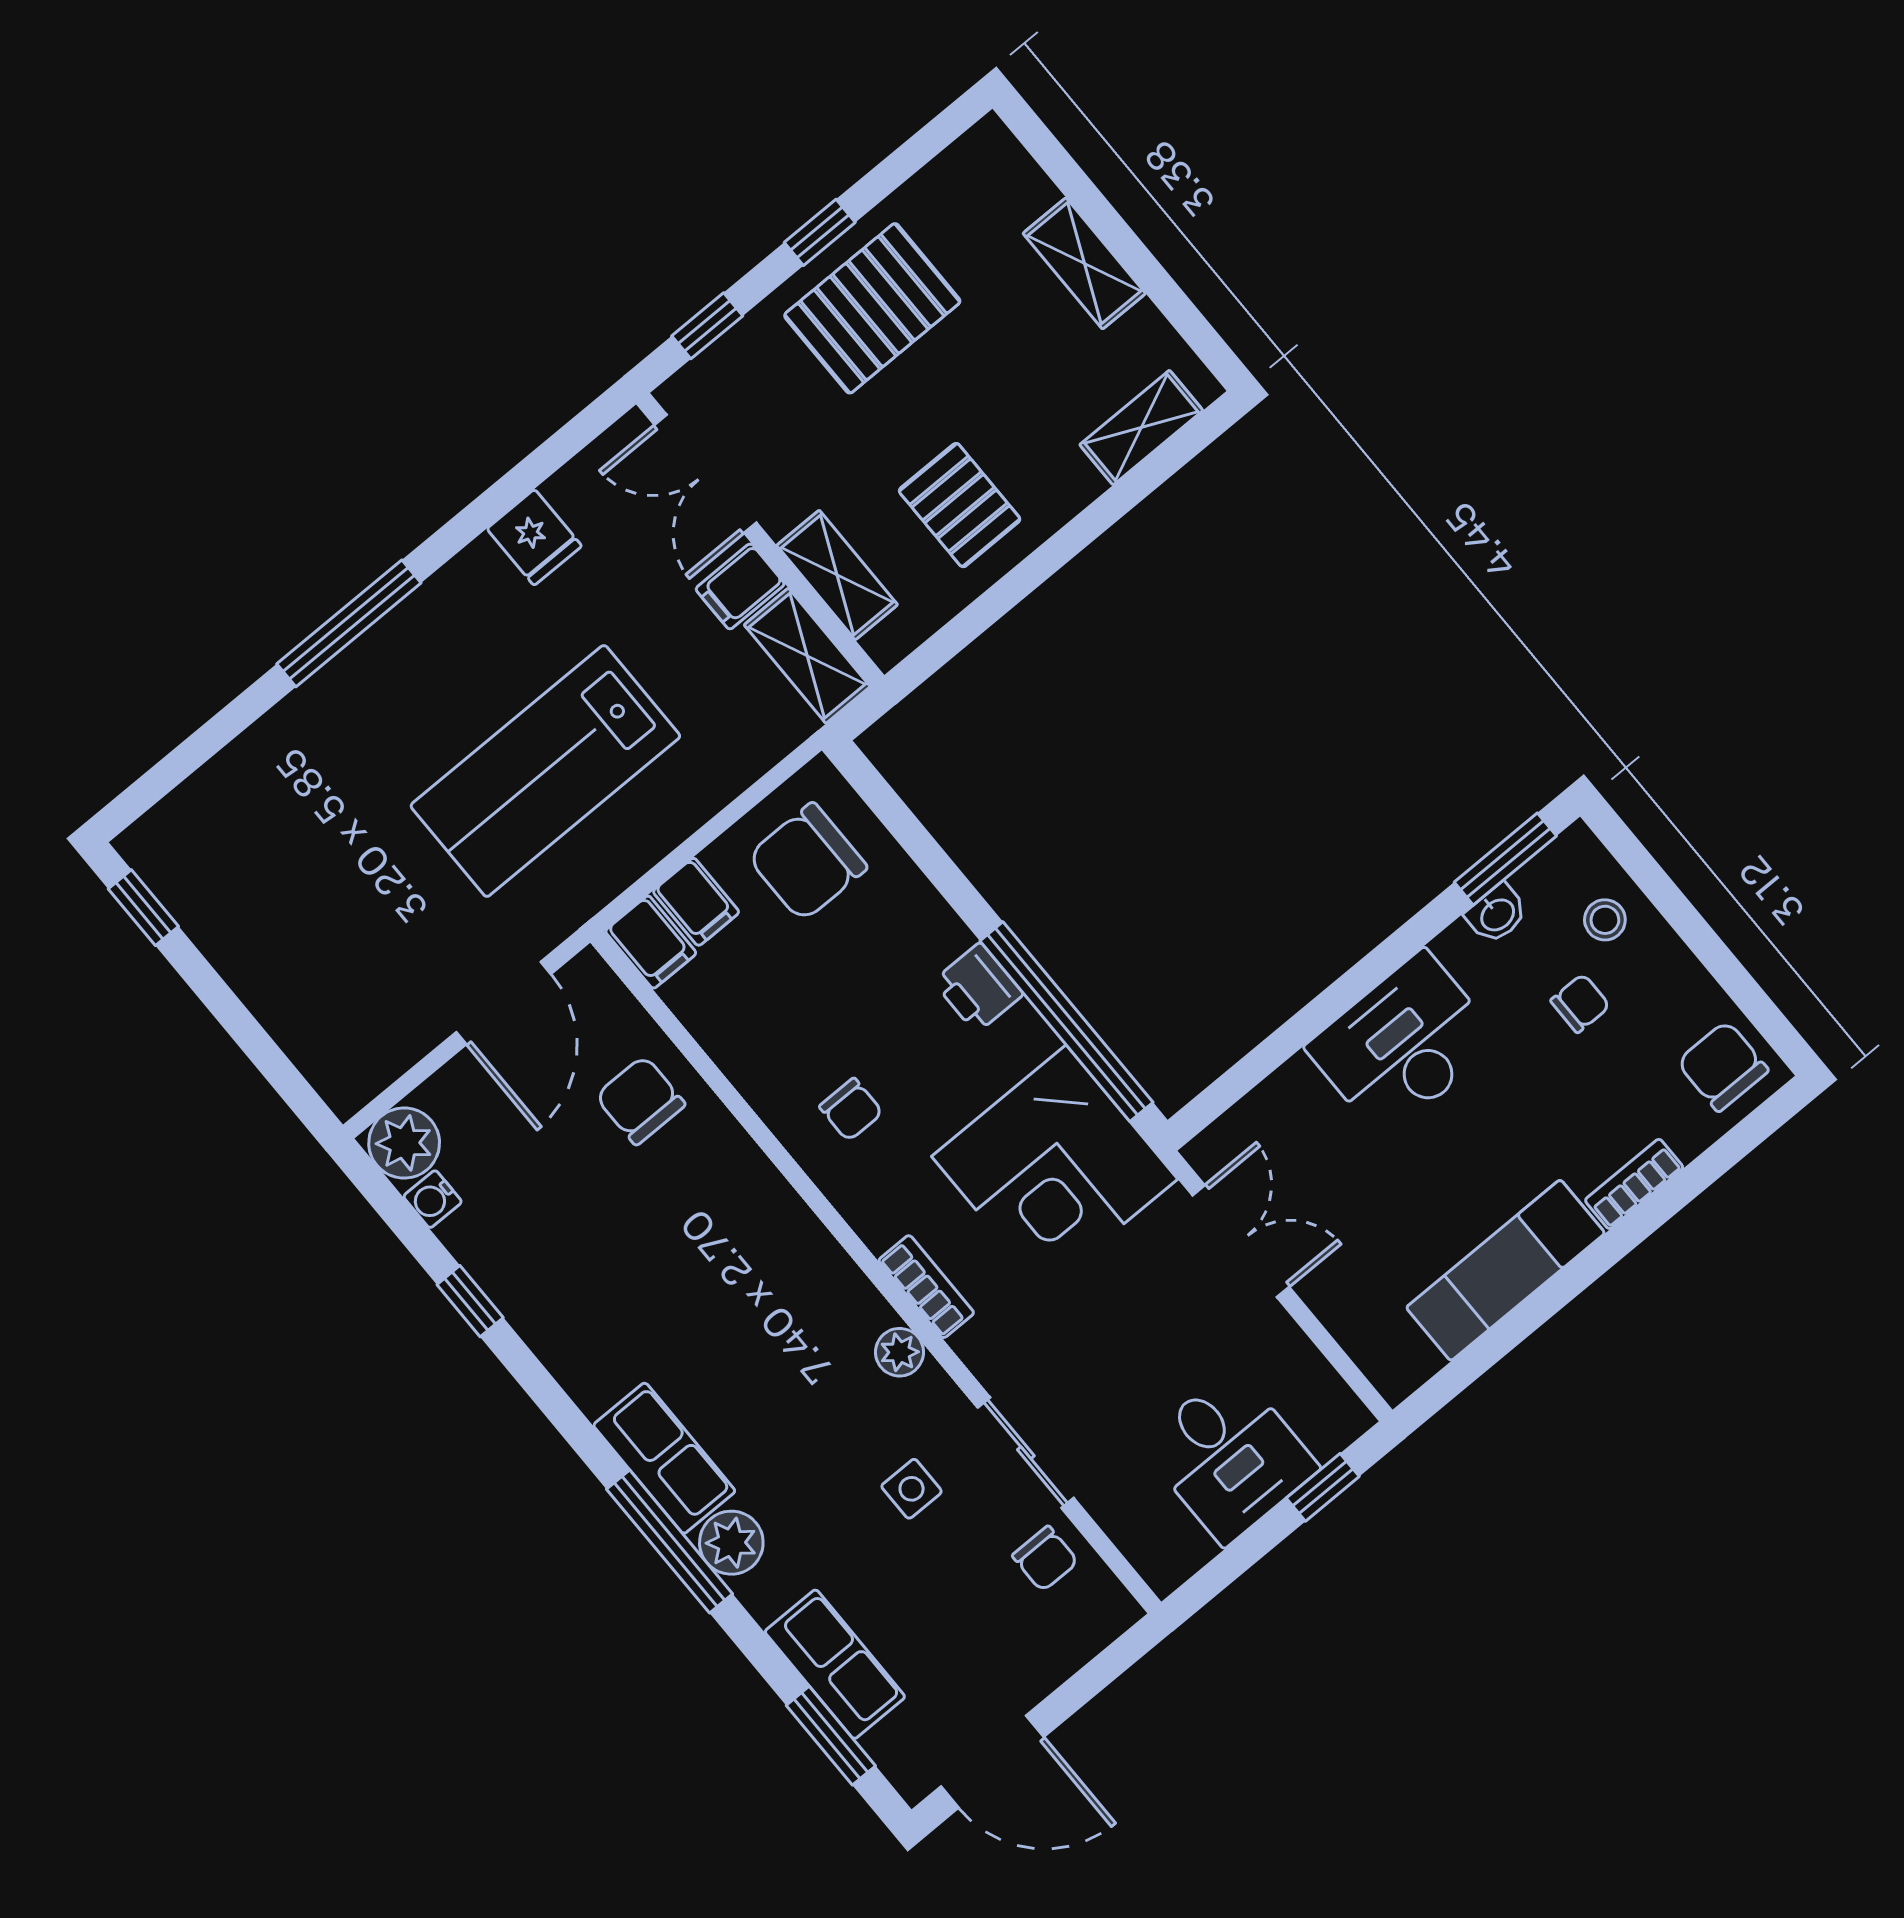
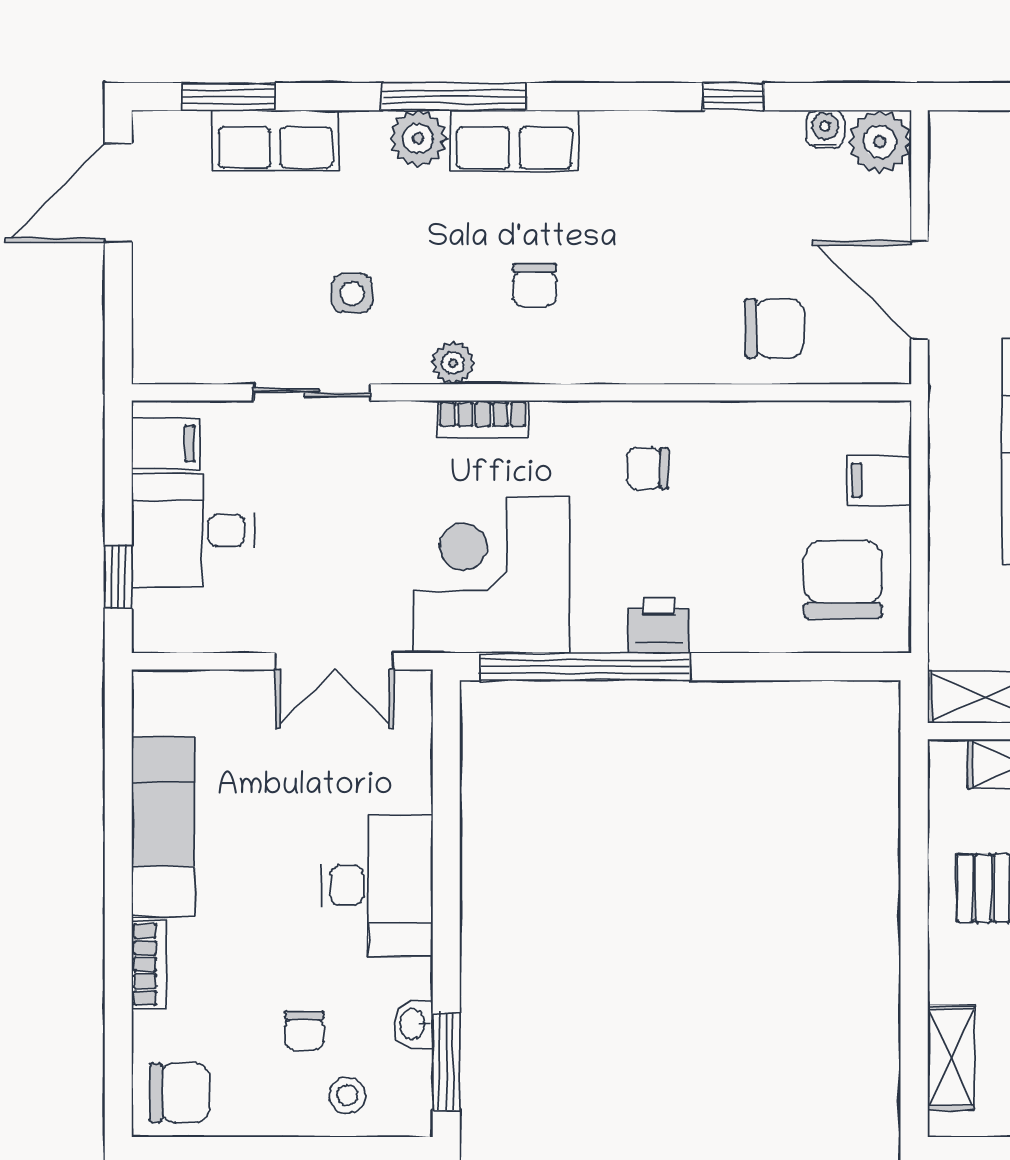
filing cabinet: (651, 942) -> (166, 443), moved, turned 180
chair: (1045, 1559) -> (535, 285), moved, turned -90

